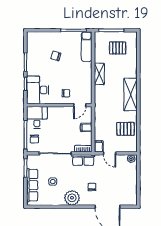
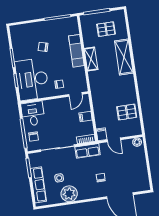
exam couch: (87, 47) -> (76, 51), moved
desk: (38, 90) -> (32, 79), width x1.36, depth x1.30
shelving: (130, 95) -> (124, 57), moved
plant: (72, 198) -> (69, 194), moved

